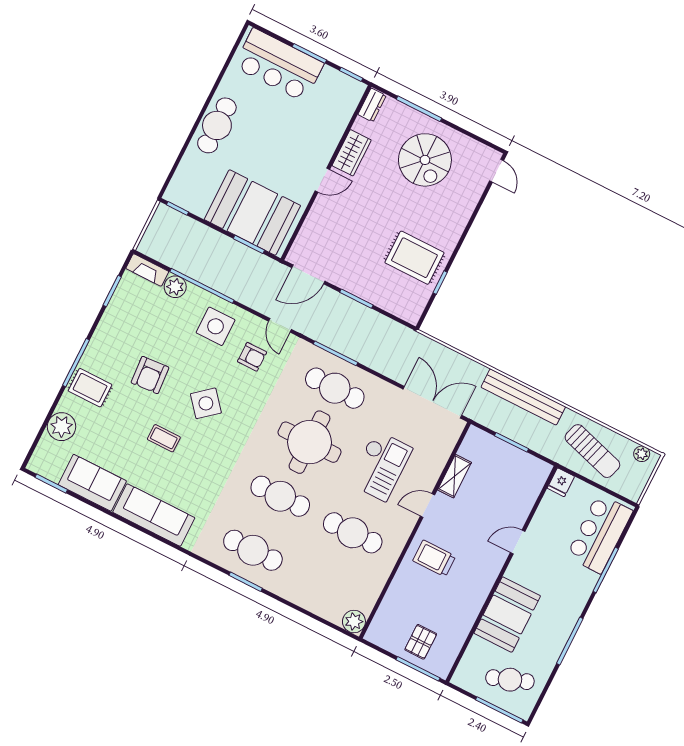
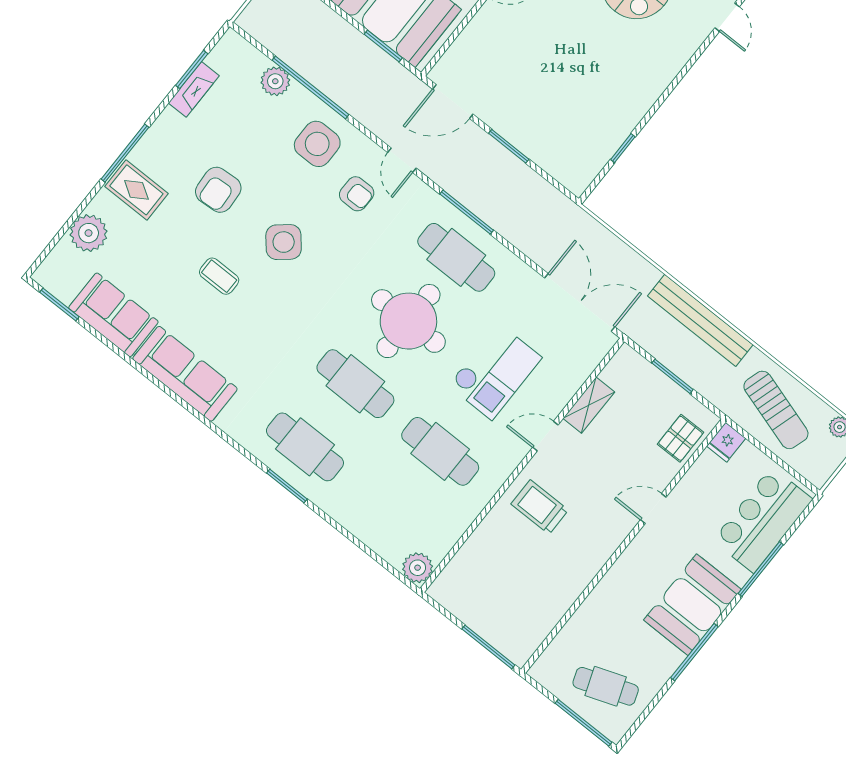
rug: (414, 258) -> (596, 109), removed
fireplace: (147, 270) -> (194, 89), moved, turned -90
booth: (507, 615) -> (692, 605), moved
pallet: (421, 642) -> (681, 438), moved

